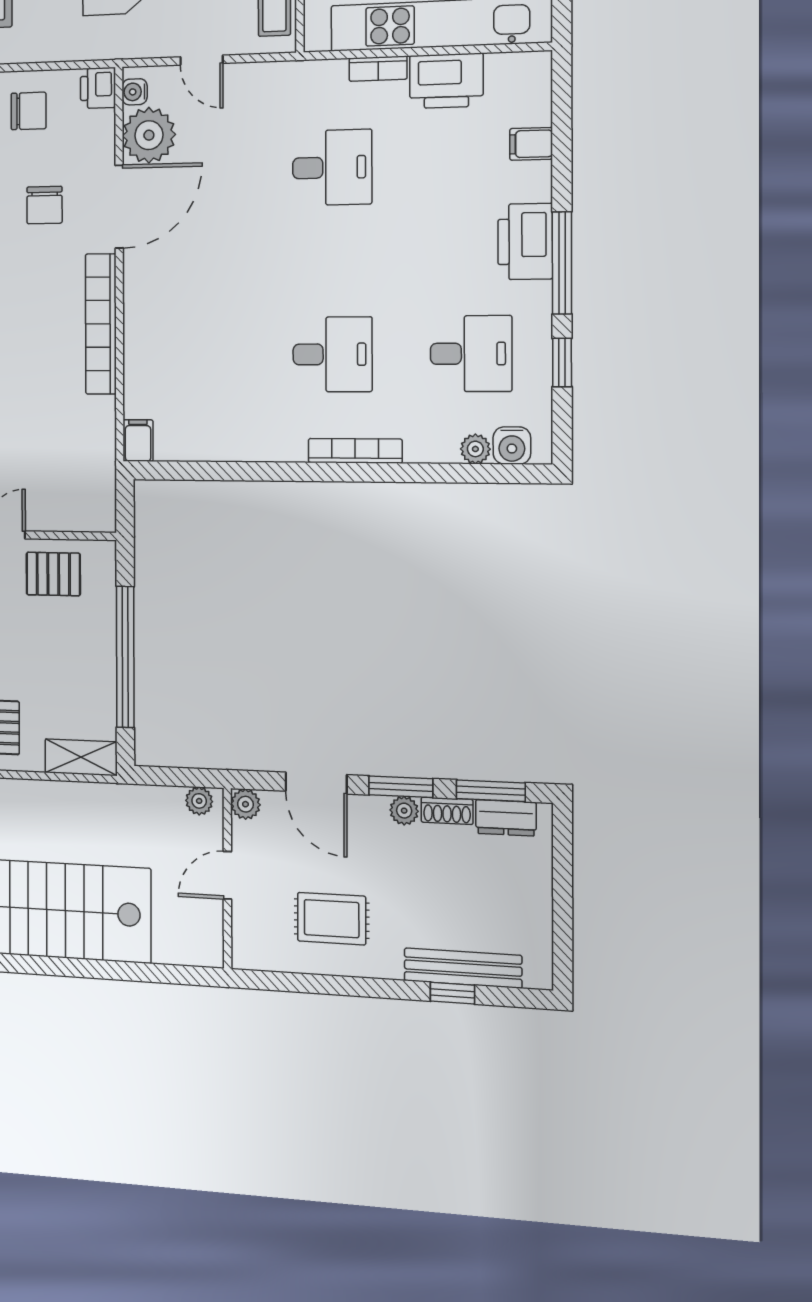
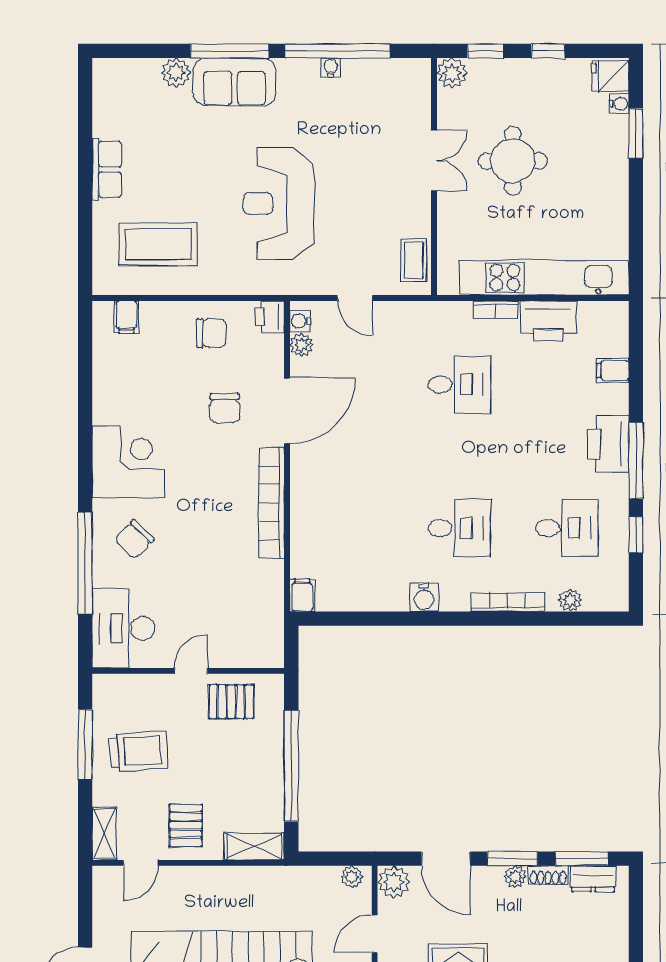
plant: (149, 135) -> (302, 345), width x0.53, depth x0.53
water cooler: (512, 446) -> (424, 597), moved
bookcase: (355, 451) -> (507, 602), moved
plant: (246, 804) -> (394, 882), width x1.38, depth x1.38

